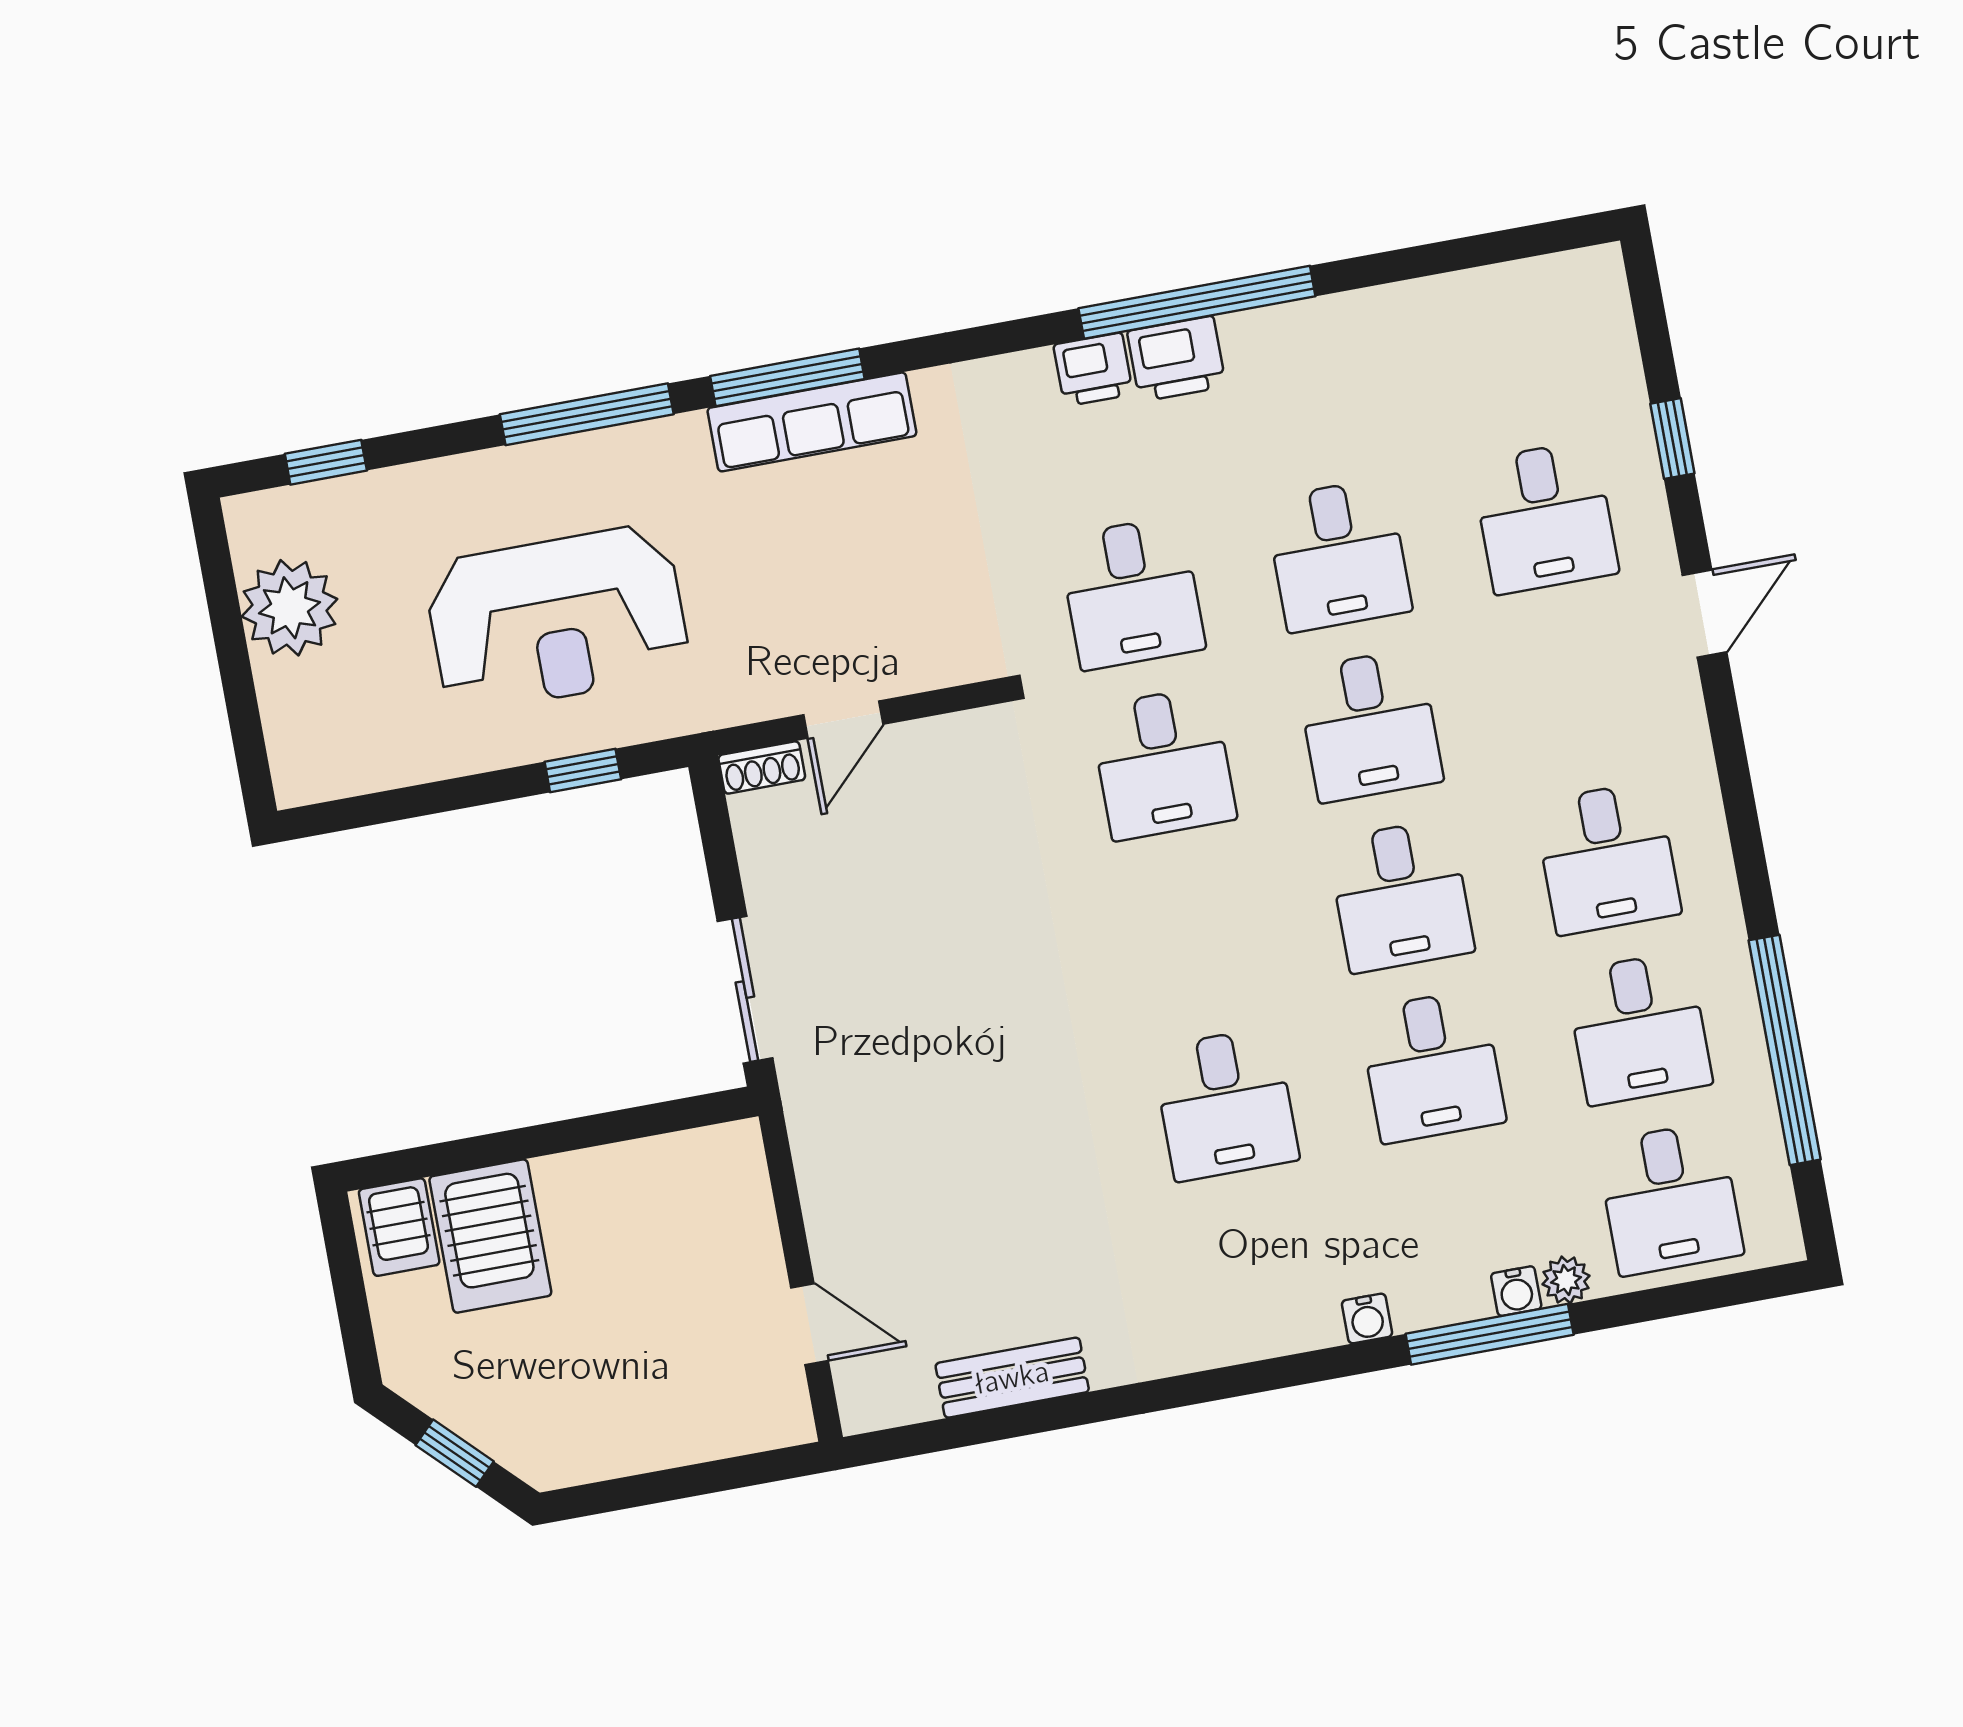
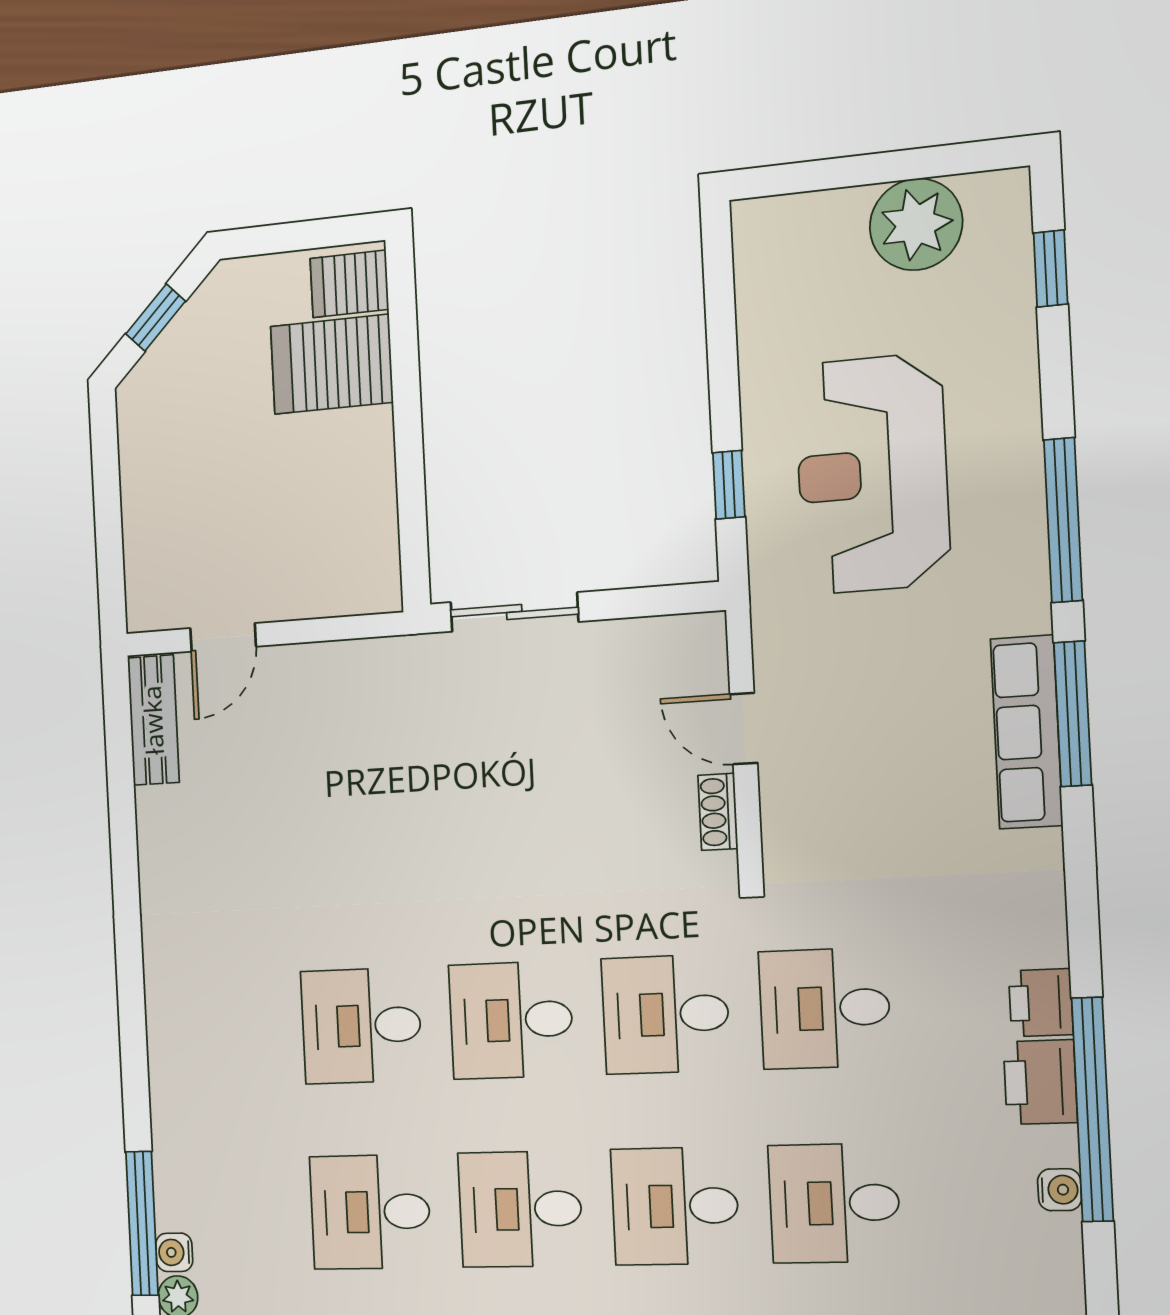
shoe rack: (762, 767) -> (718, 812), moved
desk: (1194, 934) -> (511, 1020), added
water cooler: (1367, 1319) -> (1060, 1190), moved, turned 180
bench: (1012, 1378) -> (153, 720), moved

